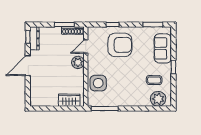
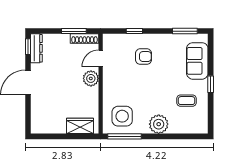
armchair: (120, 45) -> (143, 57), width x0.53, depth x0.53
side table: (98, 83) -> (122, 116), moved
plant: (158, 99) -> (159, 124), moved

